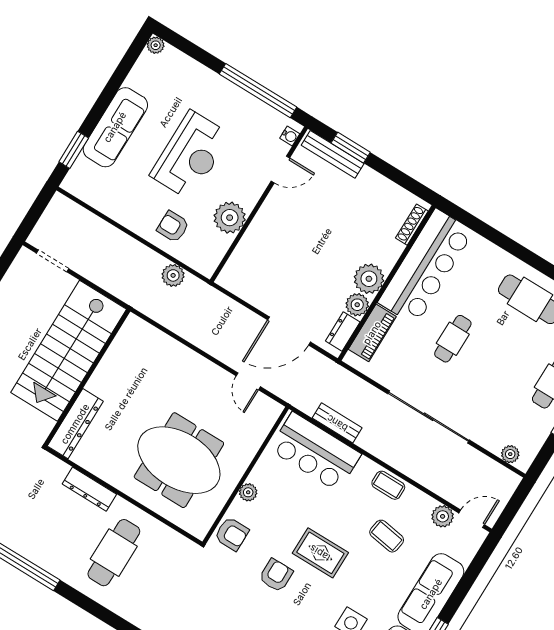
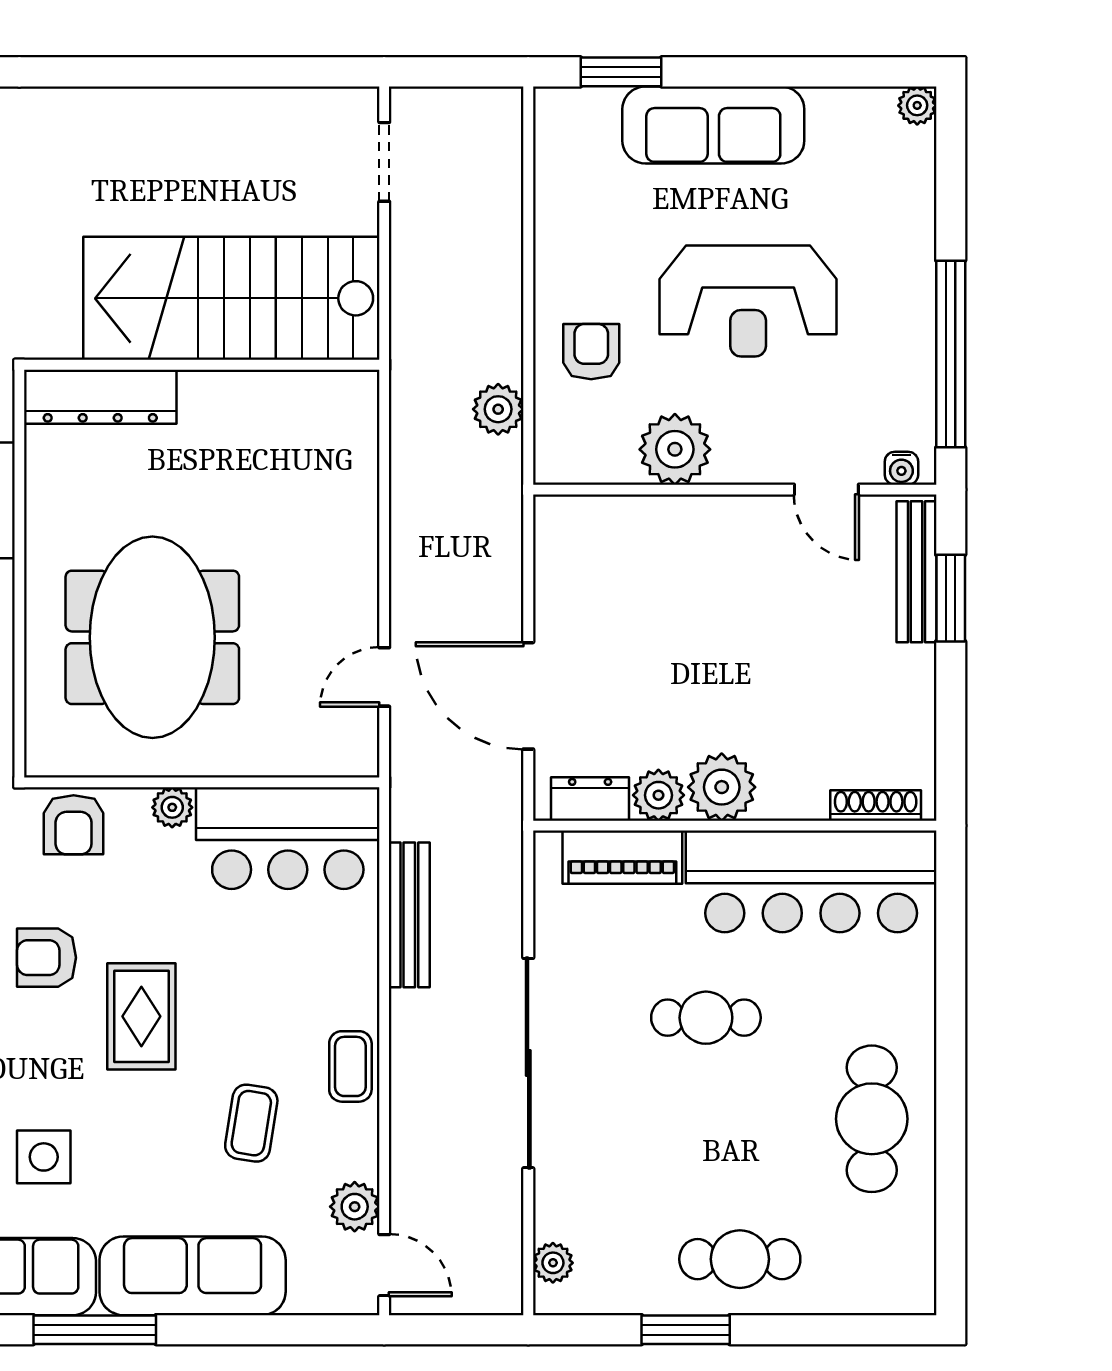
bench: (337, 423) -> (409, 915), width x1.36
bar counter: (315, 452) -> (288, 838), moved, turned -90
armchair: (276, 575) -> (46, 958), turned 180

